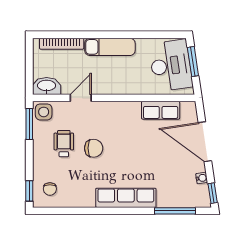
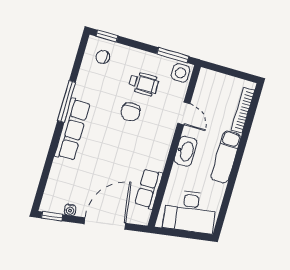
window: (193, 61) -> (188, 235), removed
washbasin: (47, 86) -> (186, 151), moved
window: (175, 211) -> (66, 101), moved

